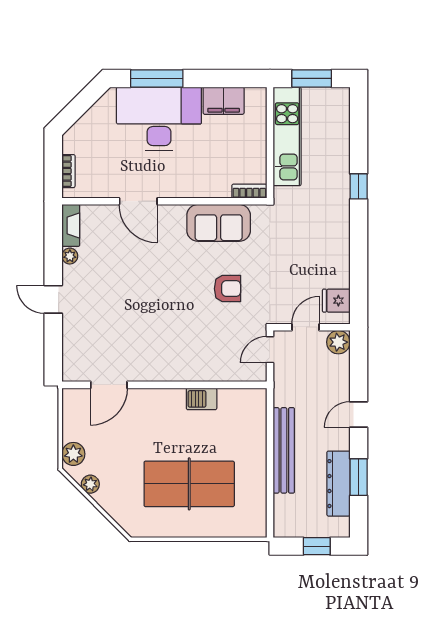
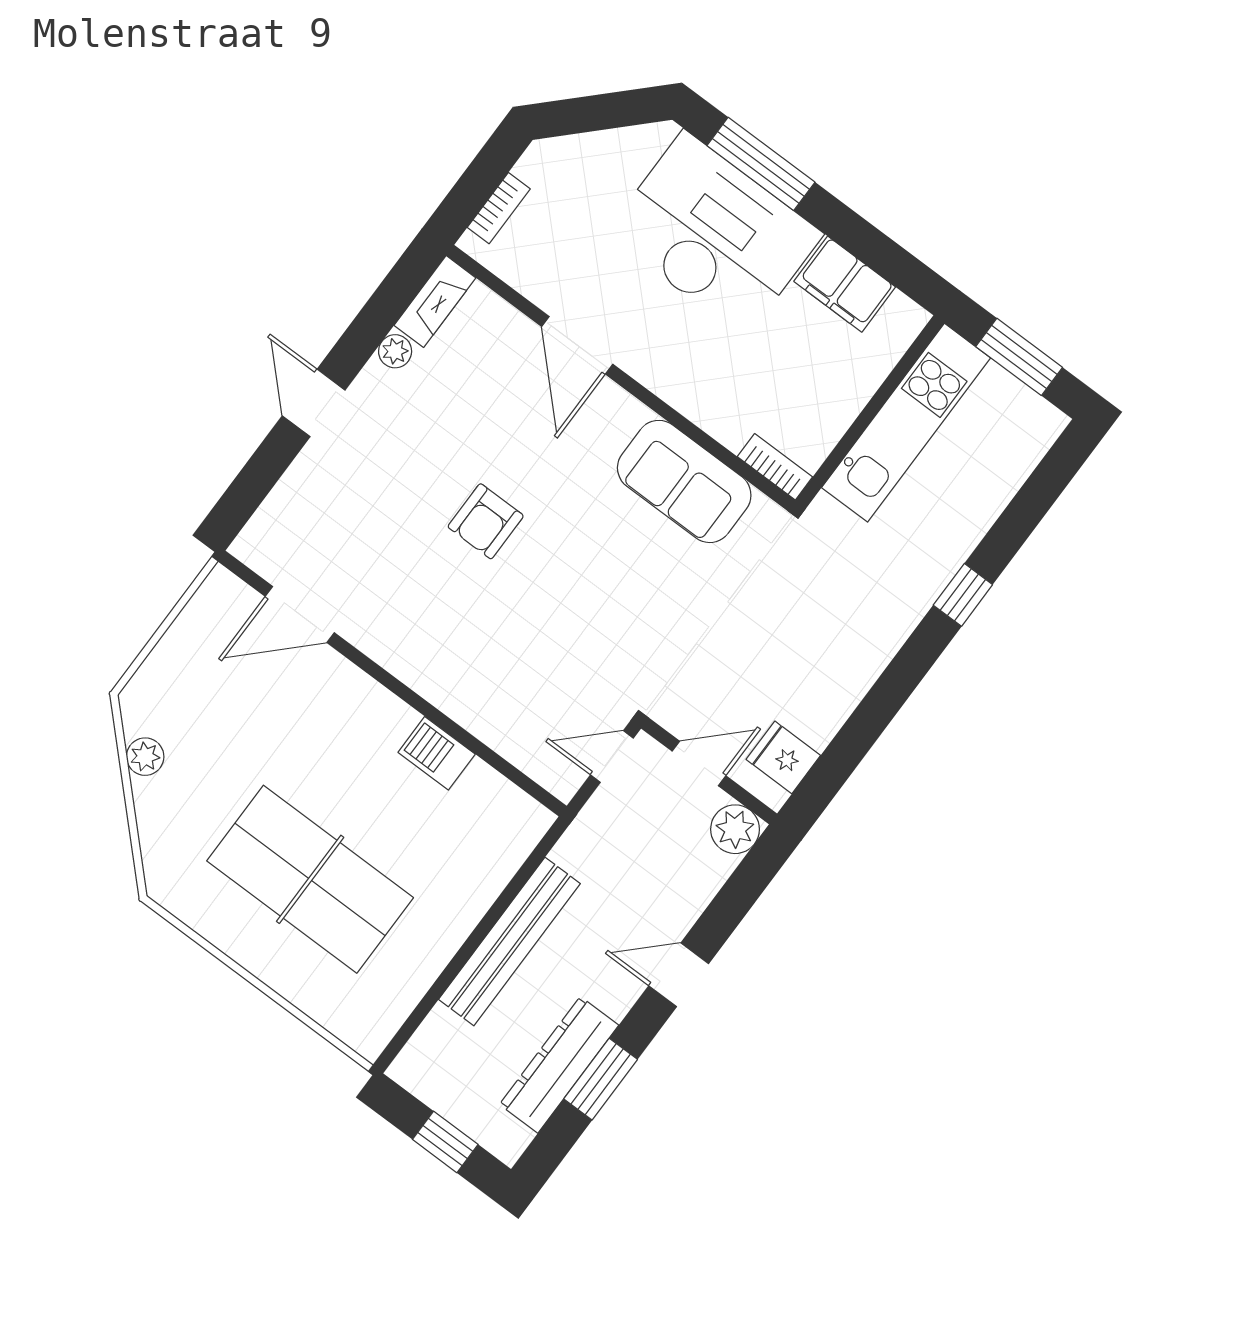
armchair: (227, 289) -> (486, 521), moved, turned 90
plant: (73, 454) -> (155, 685), removed

